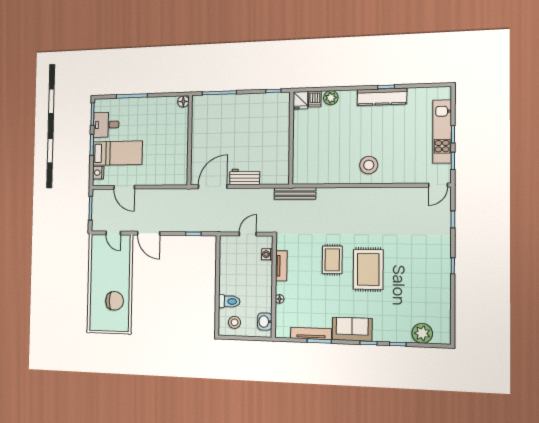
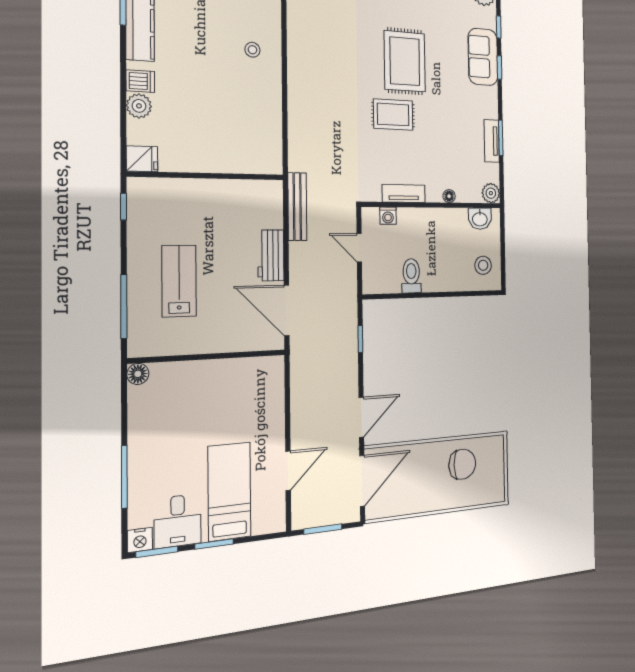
dishwasher: (315, 99) -> (140, 81), moved
lab bench: (232, 123) -> (179, 281), added
stool: (369, 165) -> (252, 50), width x0.53, depth x0.53
nightstand: (98, 173) -> (140, 540), moved
bench: (295, 194) -> (297, 207), moved
door: (113, 233) -> (362, 481), width x1.88
rug: (368, 269) -> (405, 61), turned 90
chair: (115, 301) -> (462, 464), turned 90
toilet: (229, 301) -> (411, 276), moved
sofa: (352, 329) -> (483, 57), moved
plant: (282, 331) -> (491, 193), added
tv unit: (311, 333) -> (492, 141), width x0.71

